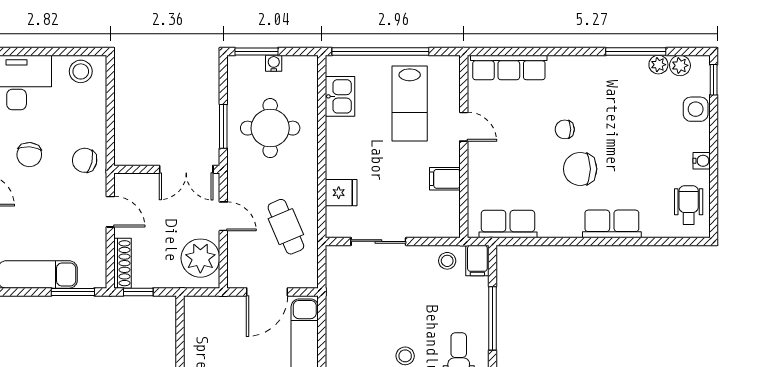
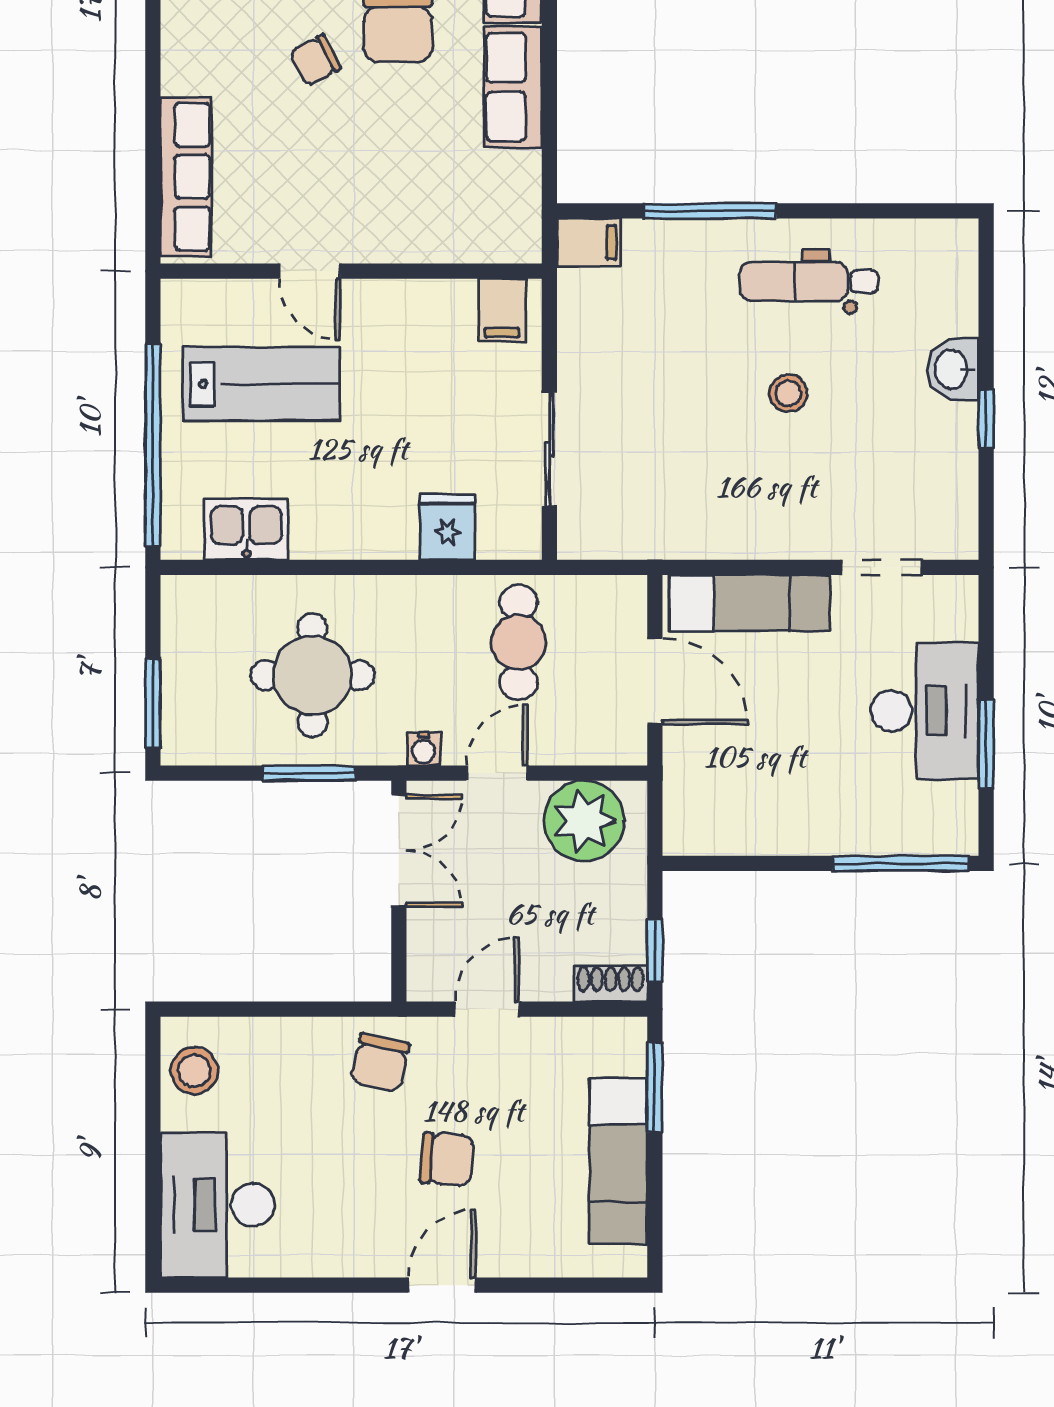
water cooler: (274, 63) -> (424, 749), moved, turned -90
door: (464, 127) -> (310, 271), swing flipped
chair: (565, 129) -> (315, 60), turned 62
chair: (29, 155) -> (447, 1159), moved
filing cabinet: (445, 179) -> (502, 310), moved
row of seats: (508, 224) -> (513, 87), moved
cafe table: (286, 227) -> (519, 642), turned -67
stool: (447, 261) -> (590, 306), removed
shoe rack: (122, 263) -> (611, 984), width x0.70

